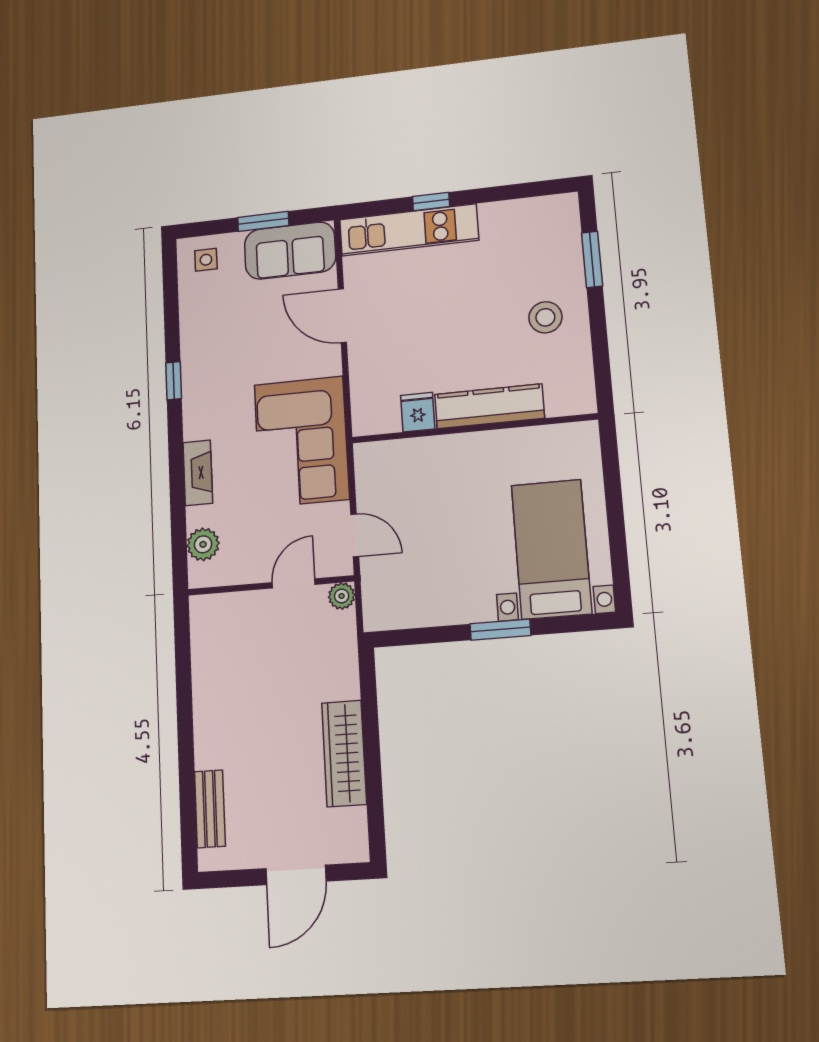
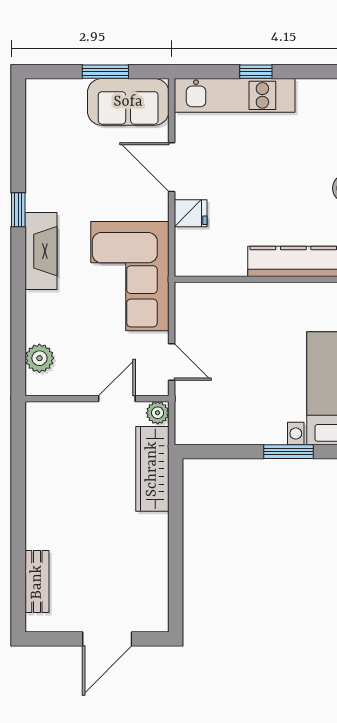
side table: (206, 260) -> (52, 101), removed
fridge: (418, 412) -> (191, 213), moved, turned 90
fireplace: (198, 473) -> (41, 251), moved, width x1.37, depth x1.32
wardrobe: (344, 753) -> (152, 469), moved

